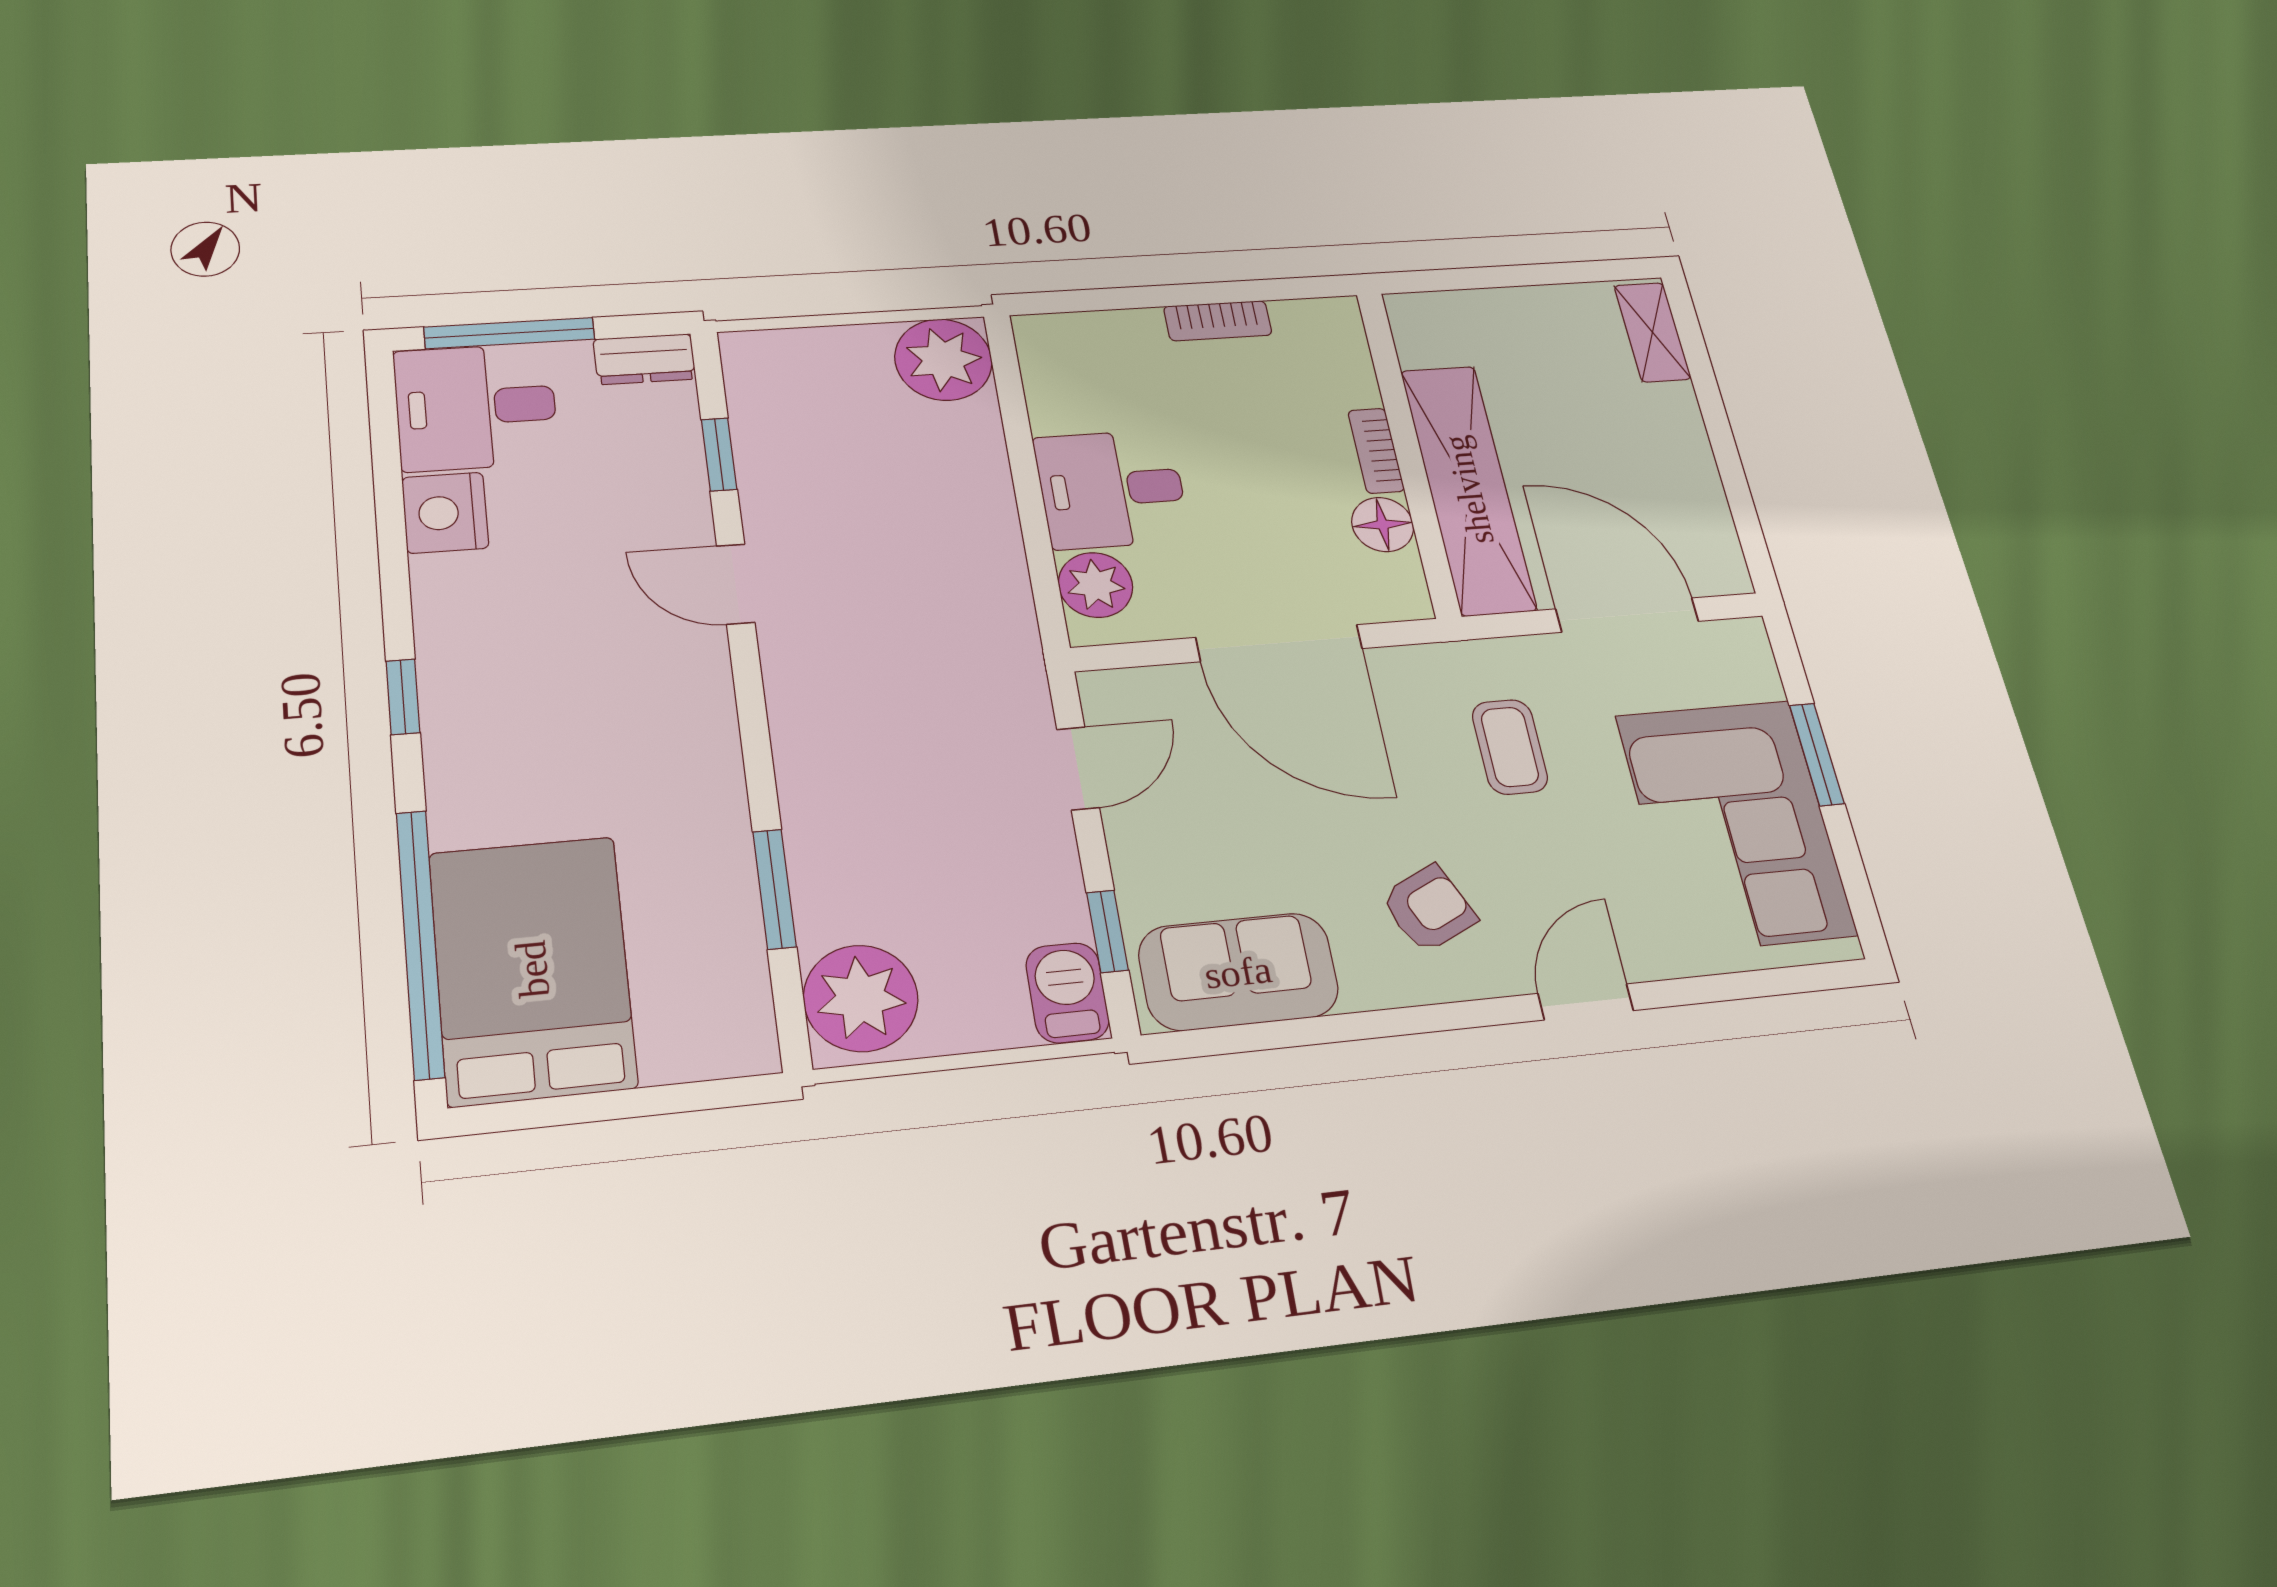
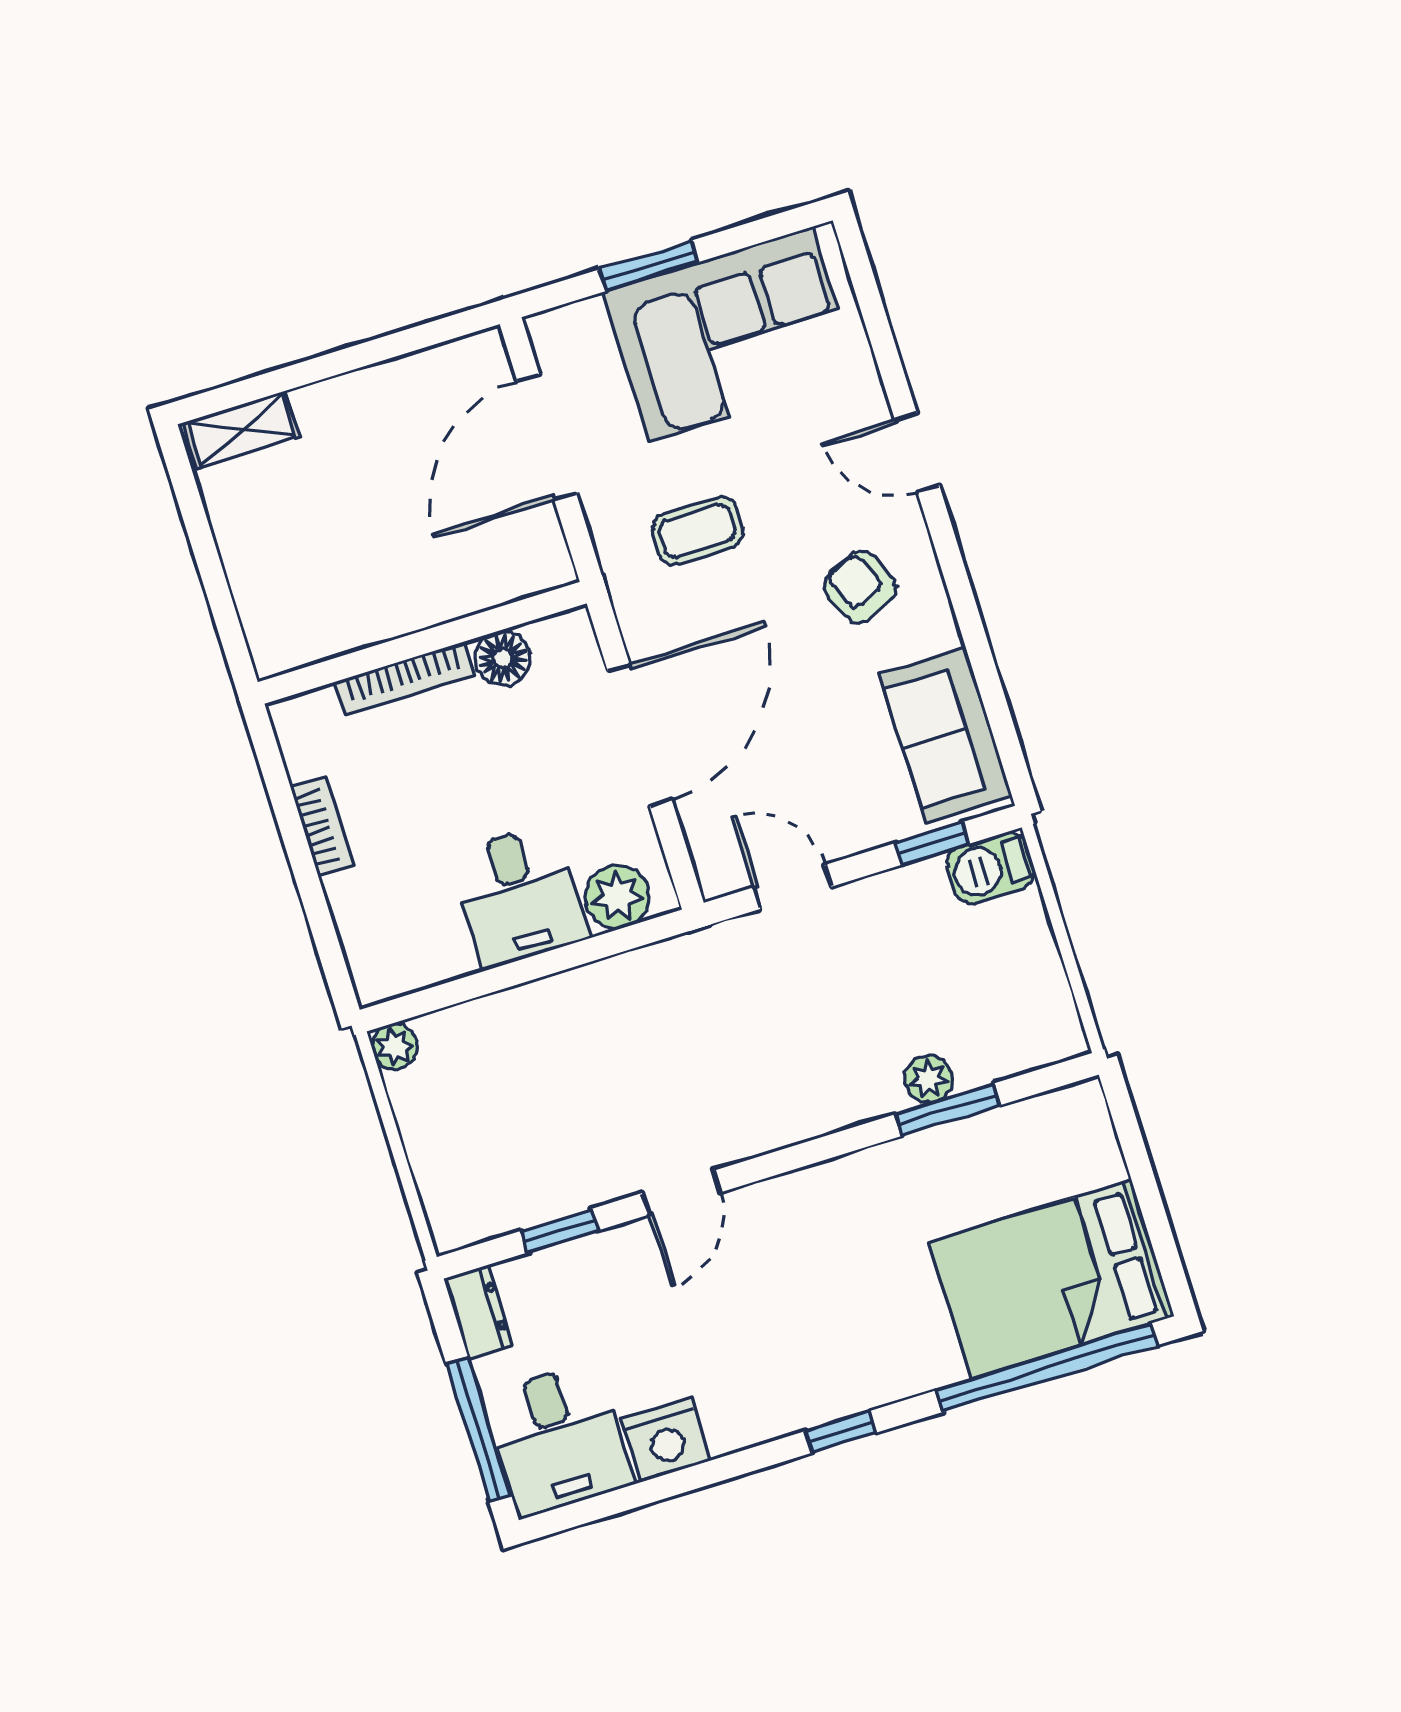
plant: (943, 360) -> (395, 1046), width x0.53, depth x0.53
bookcase: (1376, 451) -> (404, 678), width x1.56
shelving: (1468, 489) -> (449, 587), removed
plant: (861, 998) -> (929, 1079), moved, width x0.53, depth x0.53

